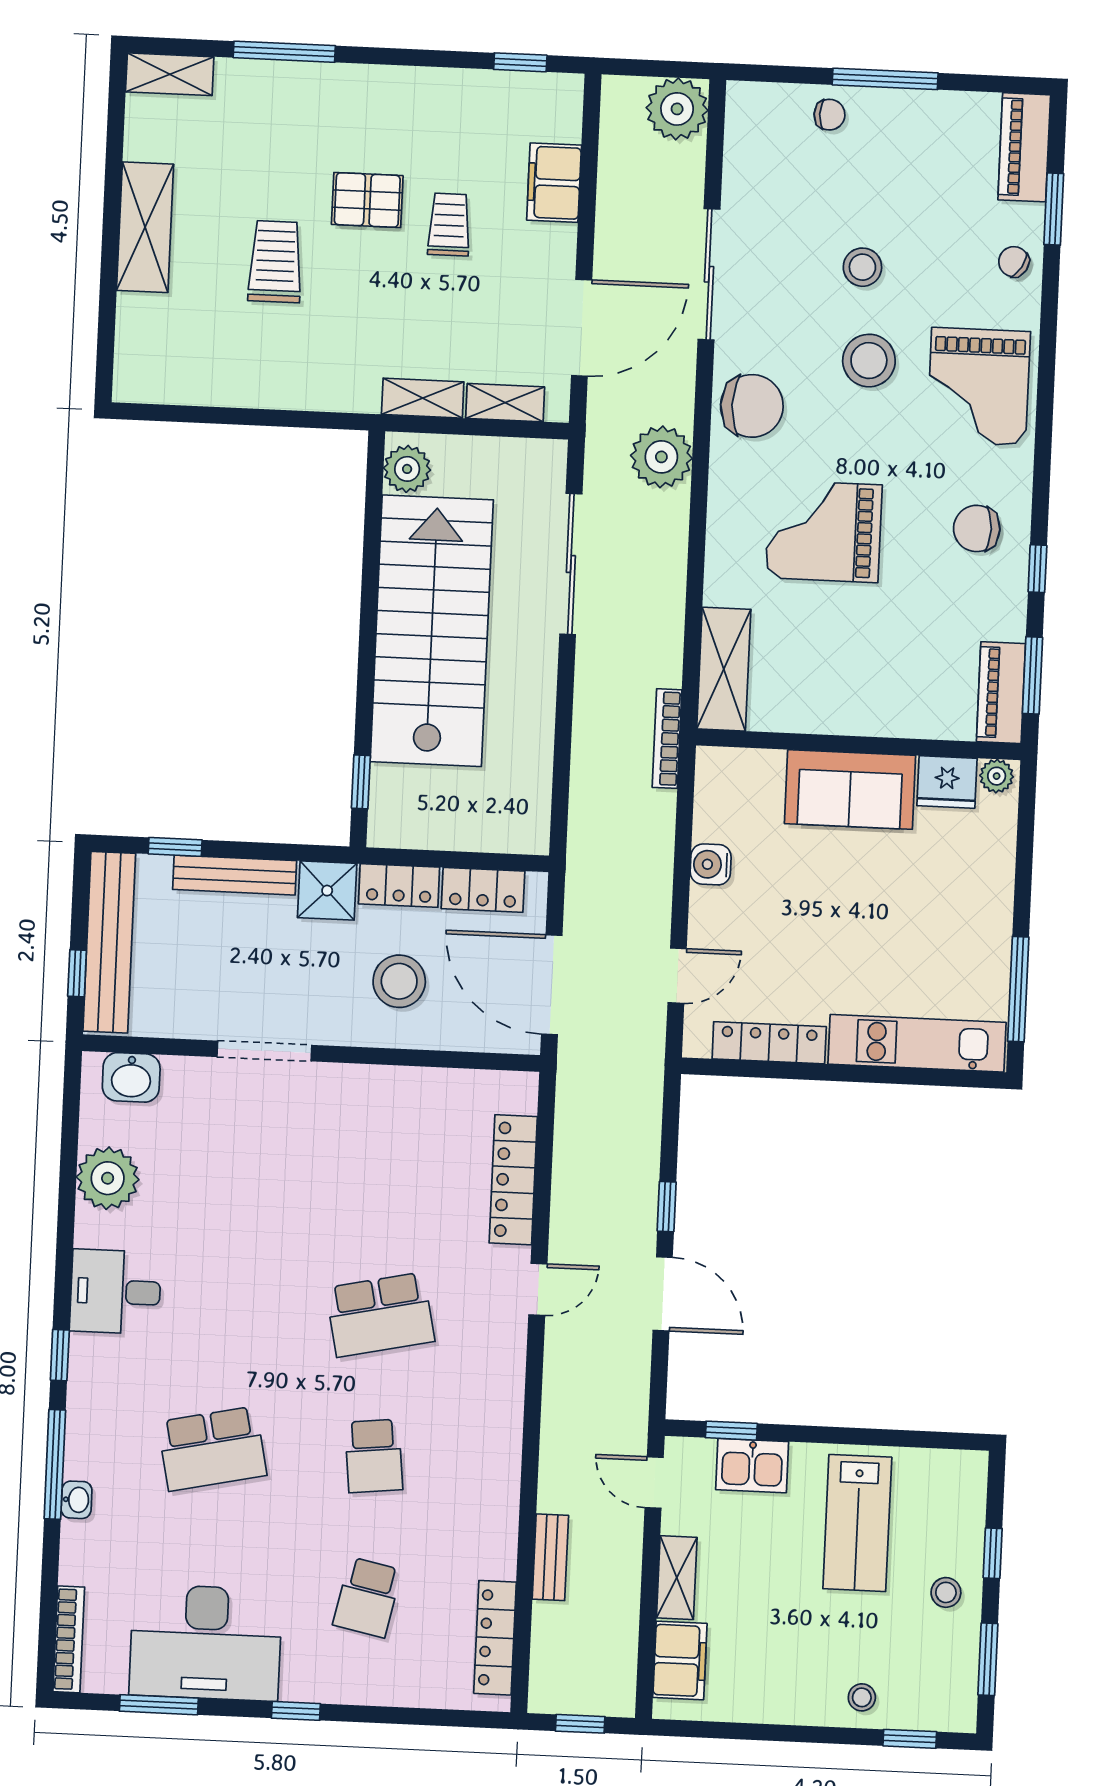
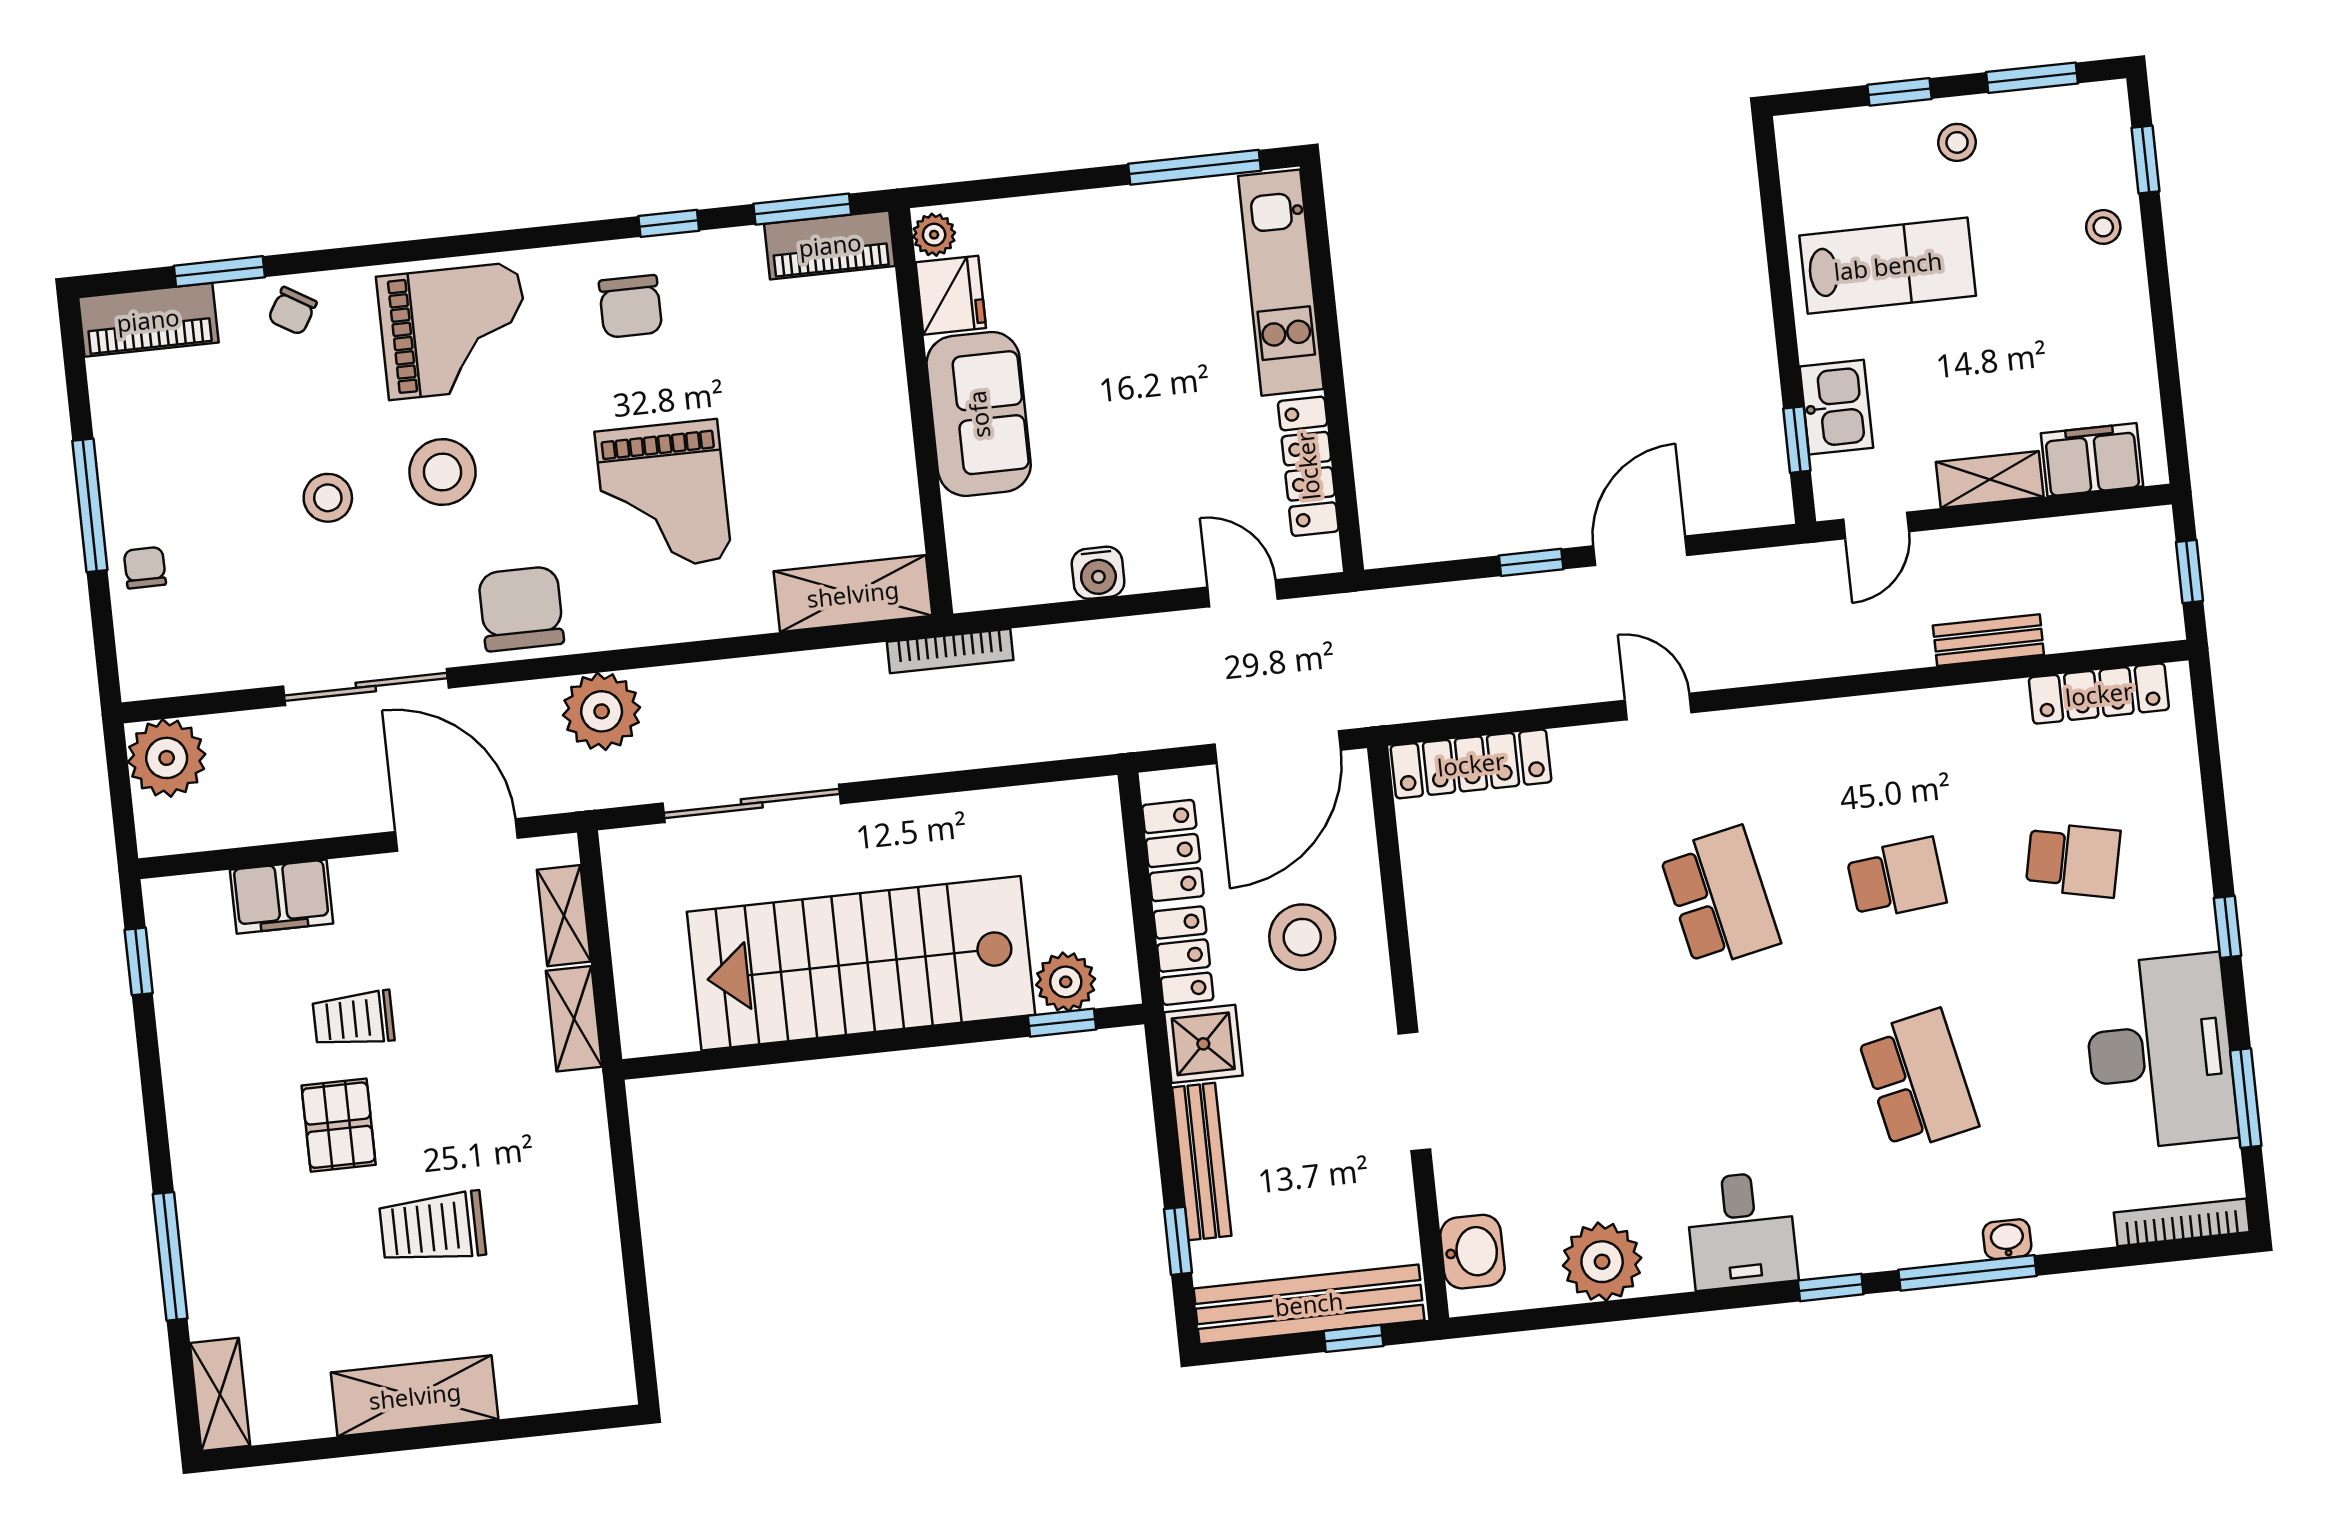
plant: (407, 469) -> (1066, 982), moved
locker: (513, 1180) -> (1471, 764), moved

